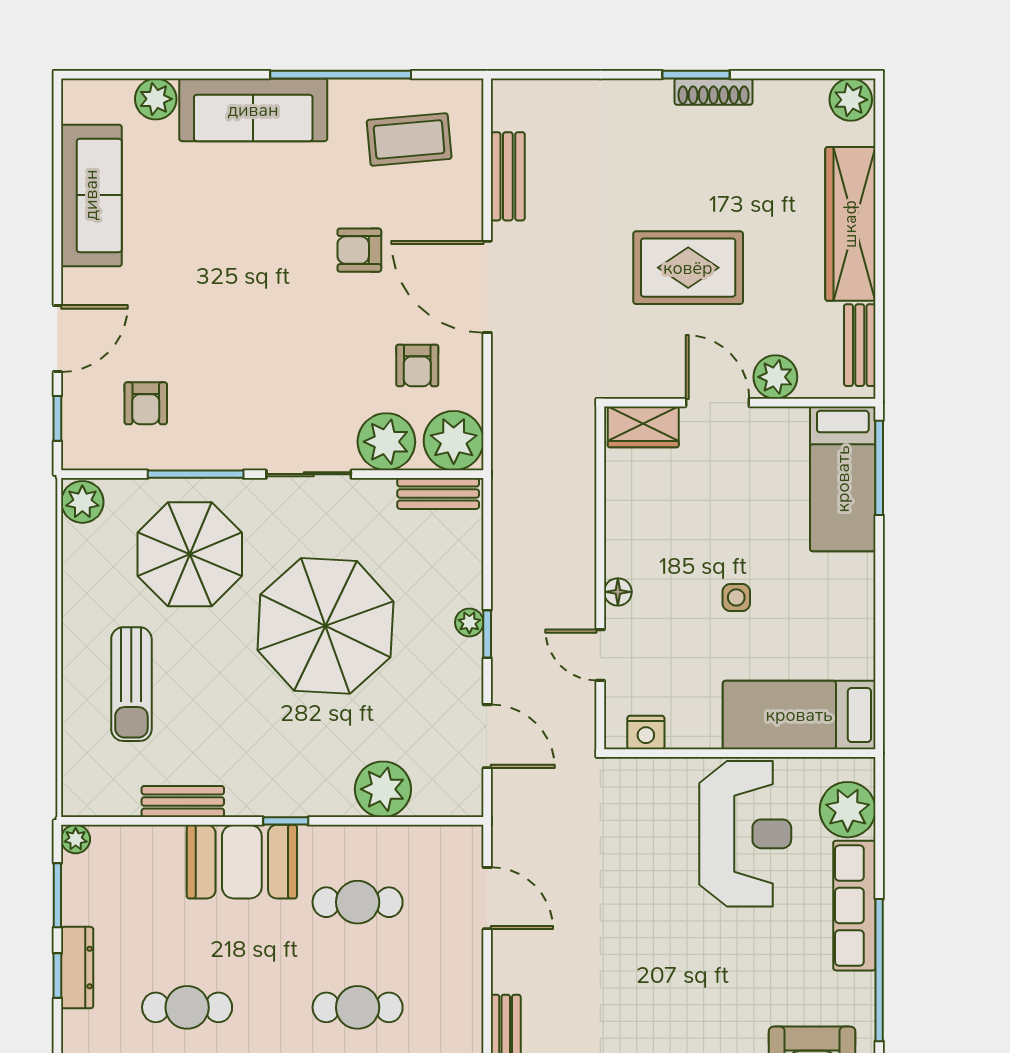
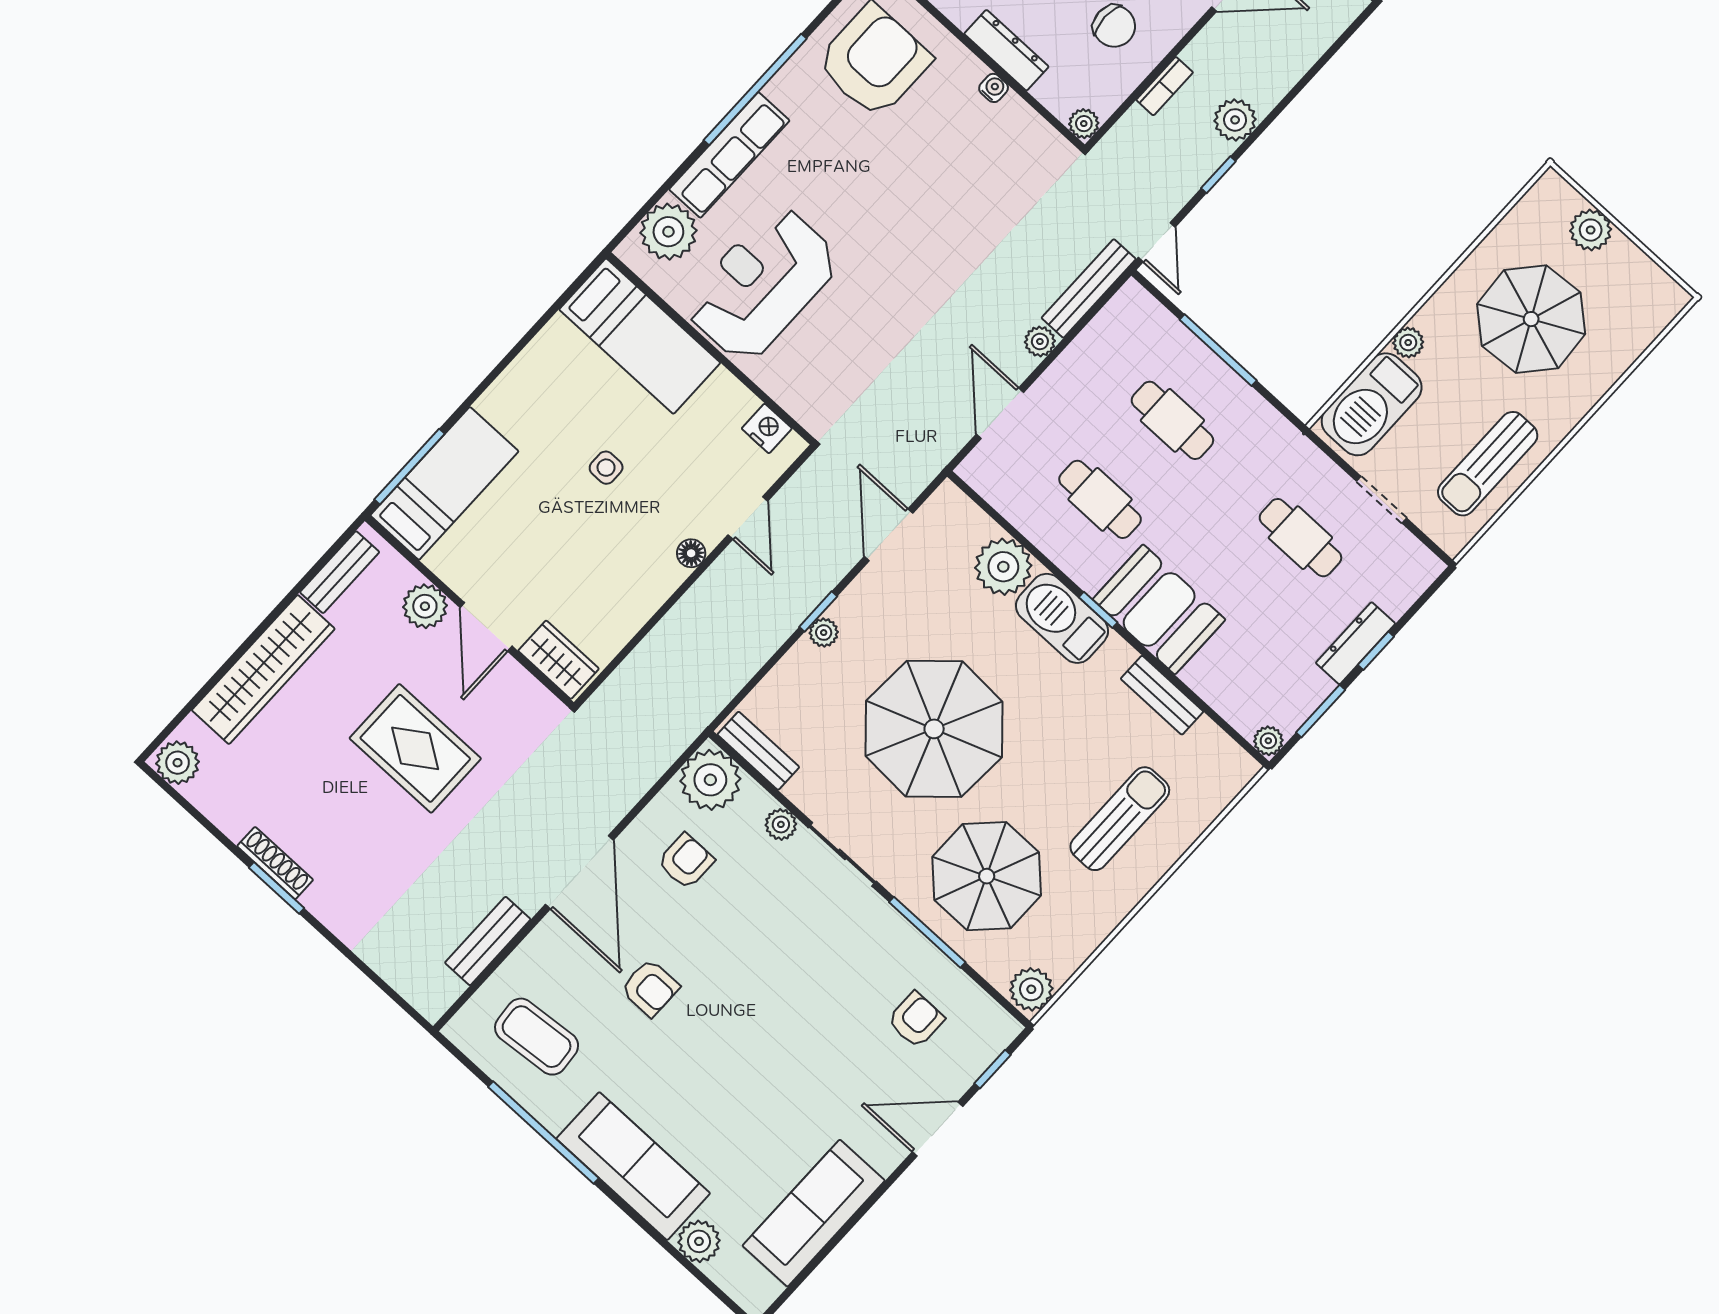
plant: (386, 442) -> (781, 824), width x0.53, depth x0.53
barbecue: (306, 791) -> (1062, 618), added
plant: (506, 977) -> (1040, 341), added

